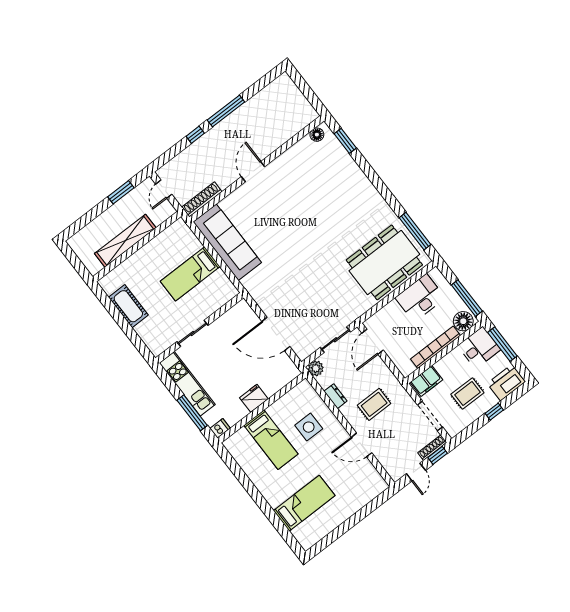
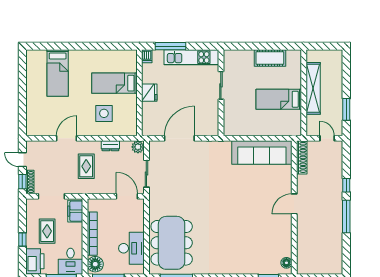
door: (253, 172) -> (294, 204), swing flipped
bed: (190, 274) -> (279, 99), moved, turned -90

